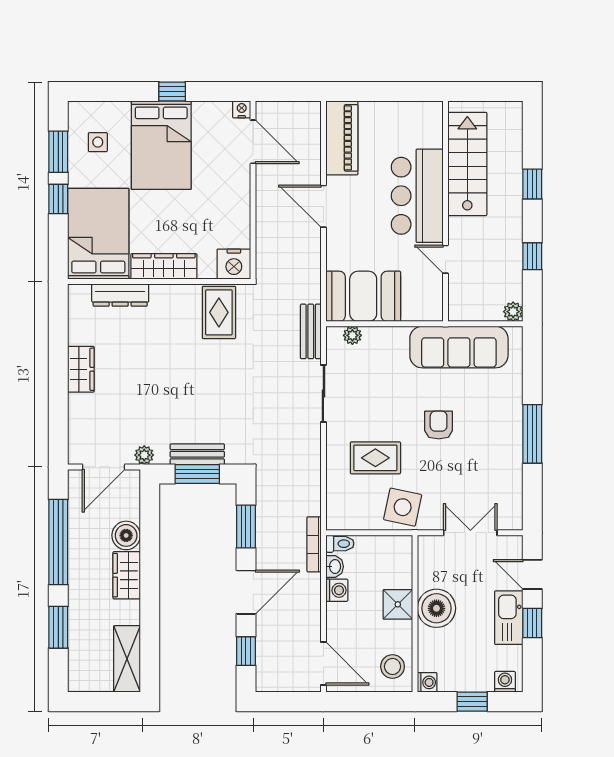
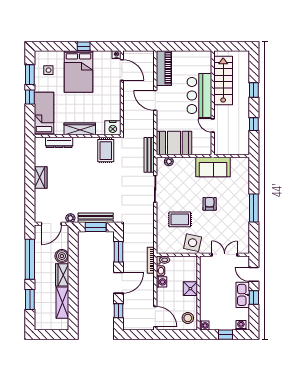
bed: (98, 234) -> (44, 113), width x0.67
plant: (513, 312) -> (245, 150), removed
bench: (311, 331) -> (149, 155), width x1.36
sofa: (459, 347) -> (213, 167), width x0.73
bench: (197, 454) -> (96, 218), width x1.36
boiler: (436, 608) -> (209, 290), removed
shelving: (127, 659) -> (62, 303), moved

